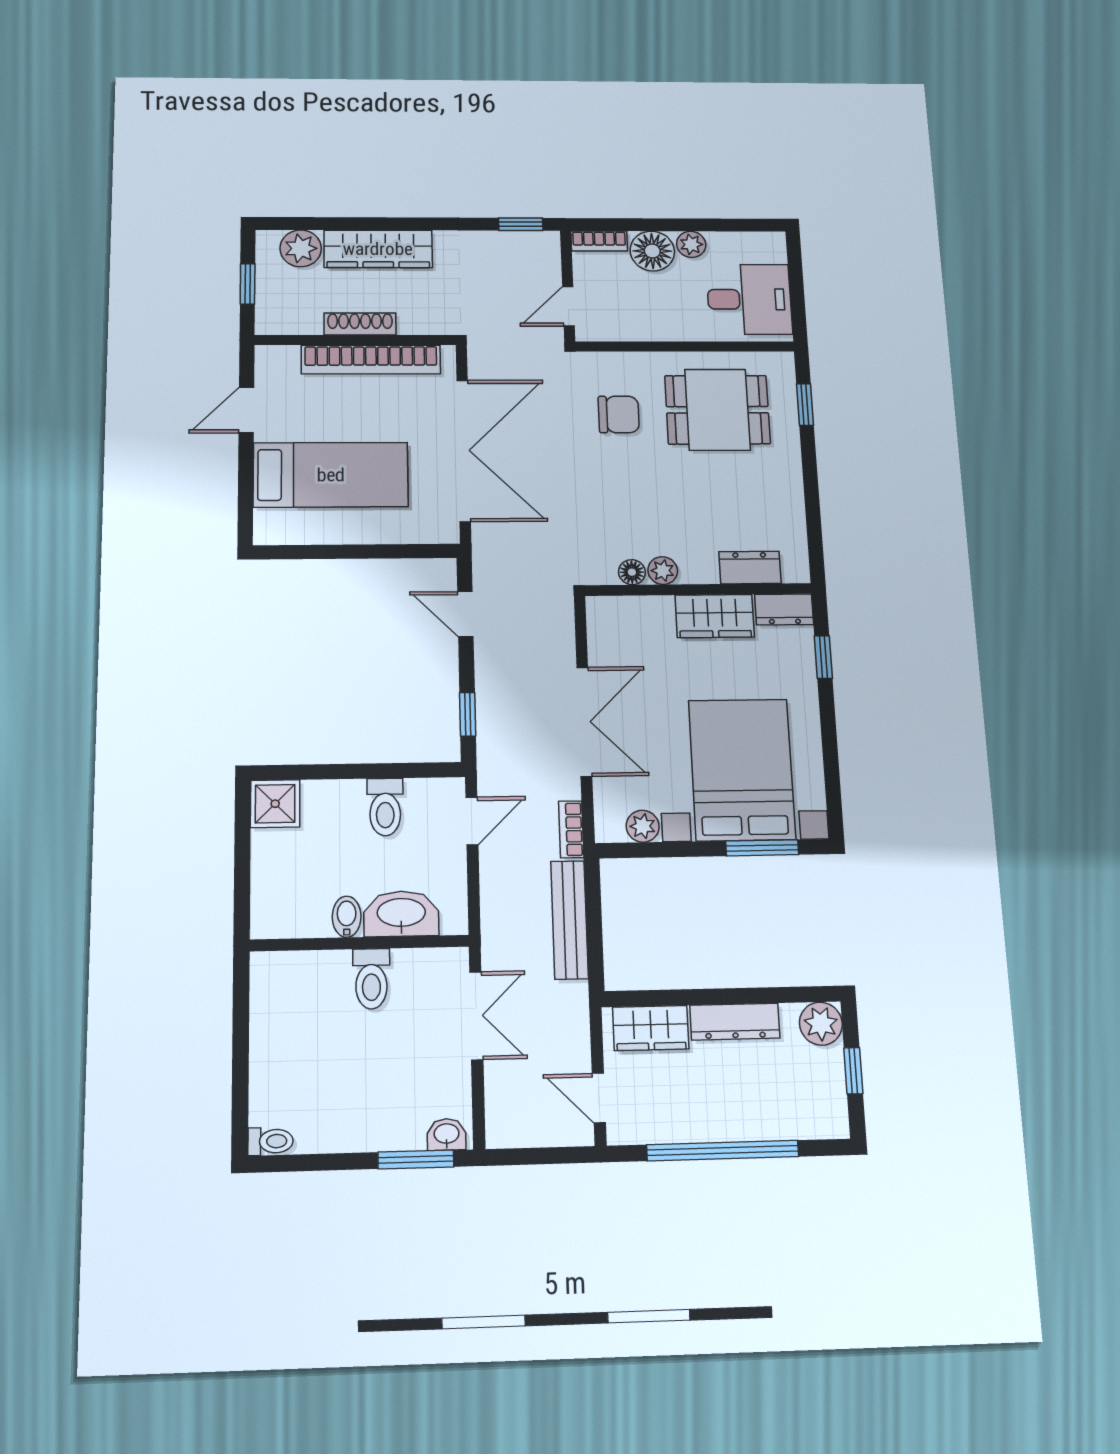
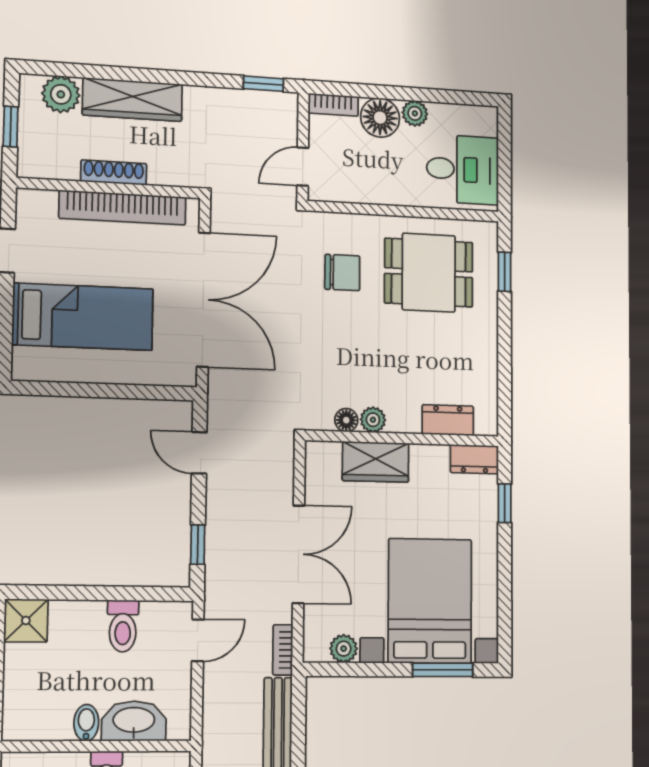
wardrobe: (715, 616) -> (376, 462), moved

